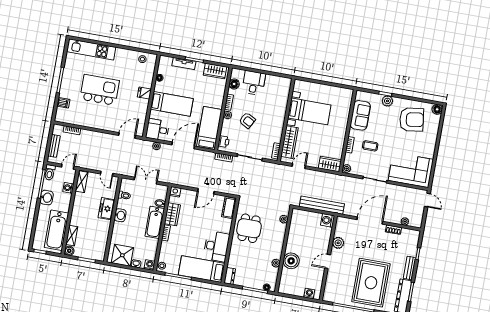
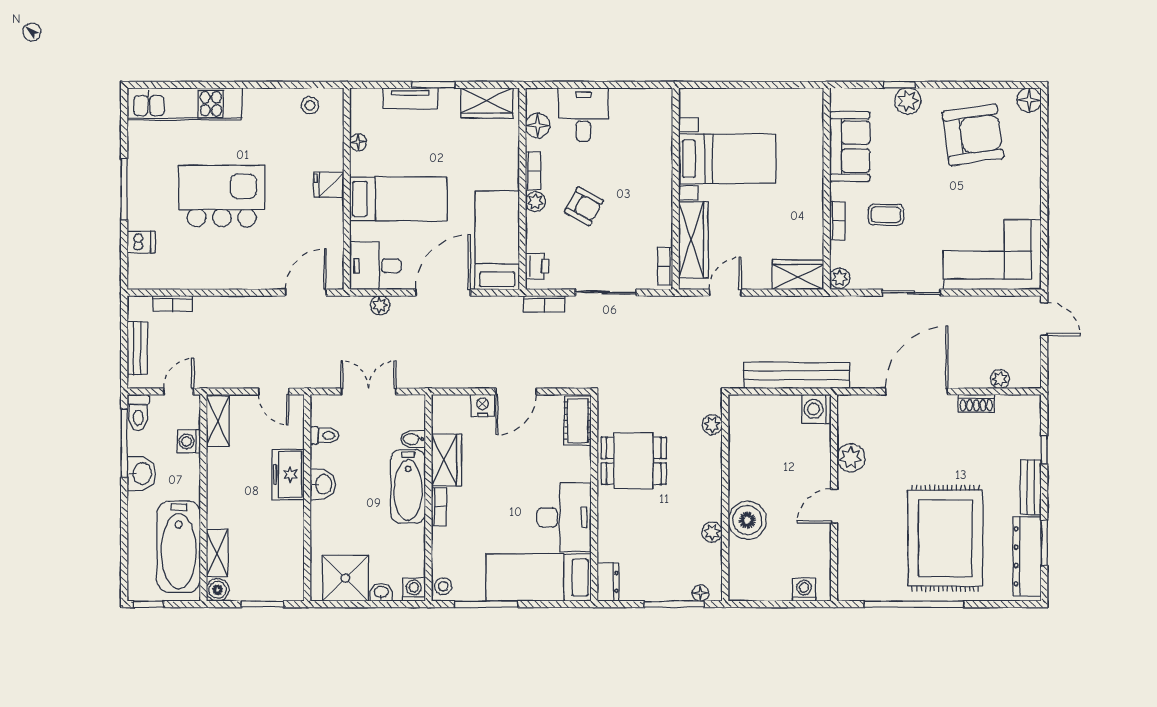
nightstand: (175, 192) -> (483, 406), moved
dining table: (249, 228) -> (634, 461), turned 90

